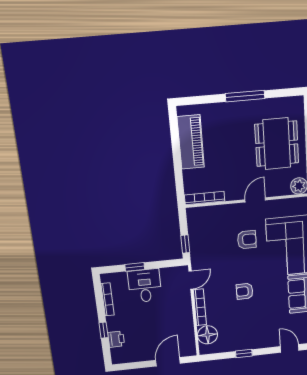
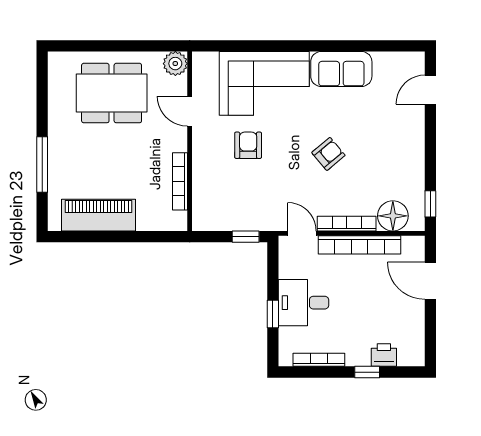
window: (245, 96) -> (42, 165), moved
bookcase: (205, 198) -> (180, 181), moved
door: (255, 200) -> (190, 111), moved
armchair: (245, 291) -> (328, 154), turned -130
bookcase: (187, 317) -> (359, 245), added
window: (244, 353) -> (430, 204), moved

